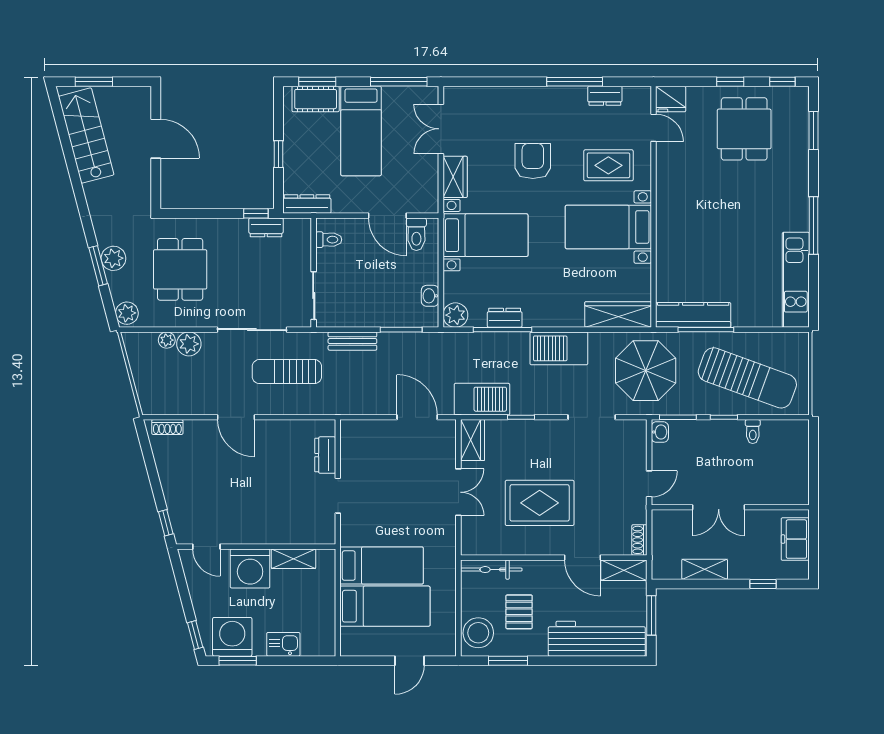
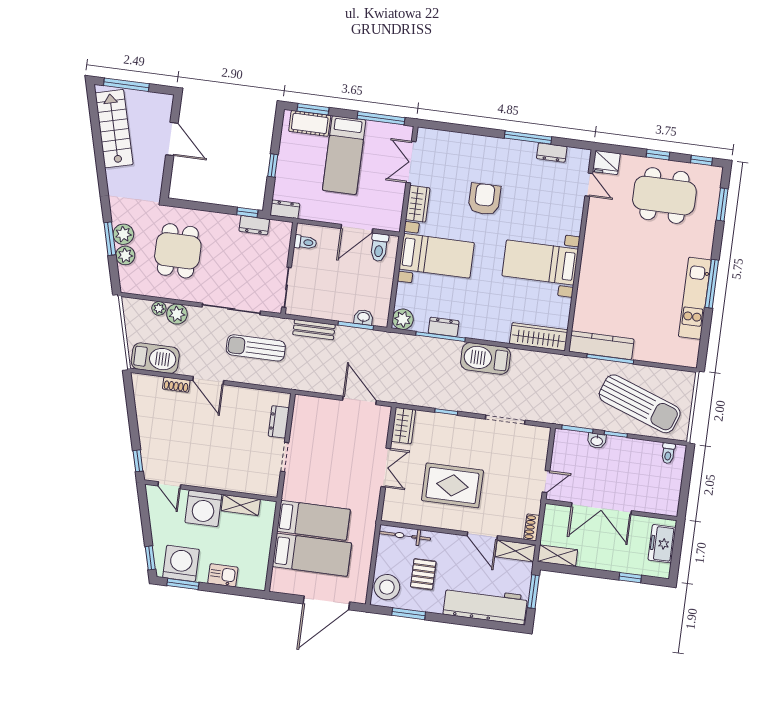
window: (94, 82) -> (126, 85), width x1.44
dining table: (744, 129) -> (664, 196), width x1.38
rug: (608, 165) -> (547, 211), removed
dresser: (307, 204) -> (285, 209), width x0.70
door: (387, 216) -> (357, 229), hinge flipped
kitchen unit: (796, 280) -> (695, 298), moved
washbasin: (430, 296) -> (363, 317), moved, turned 90
plant: (127, 313) -> (125, 255), moved
parasol: (646, 371) -> (556, 387), removed
barbecue: (482, 399) -> (155, 358), moved
shoe rack: (167, 427) -> (176, 385), moved
washbasin: (660, 432) -> (597, 441), moved, turned 90
toilet: (753, 432) -> (668, 453), moved
double door: (719, 507) -> (601, 509), width x1.37
shelving: (705, 569) -> (557, 556), moved
door: (409, 661) -> (326, 603), width x1.87

